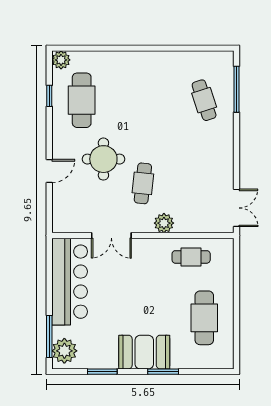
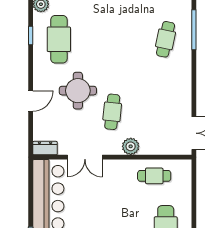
cafe table: (204, 100) -> (166, 39), turned 30
dresser: (66, 225) -> (45, 148), added

